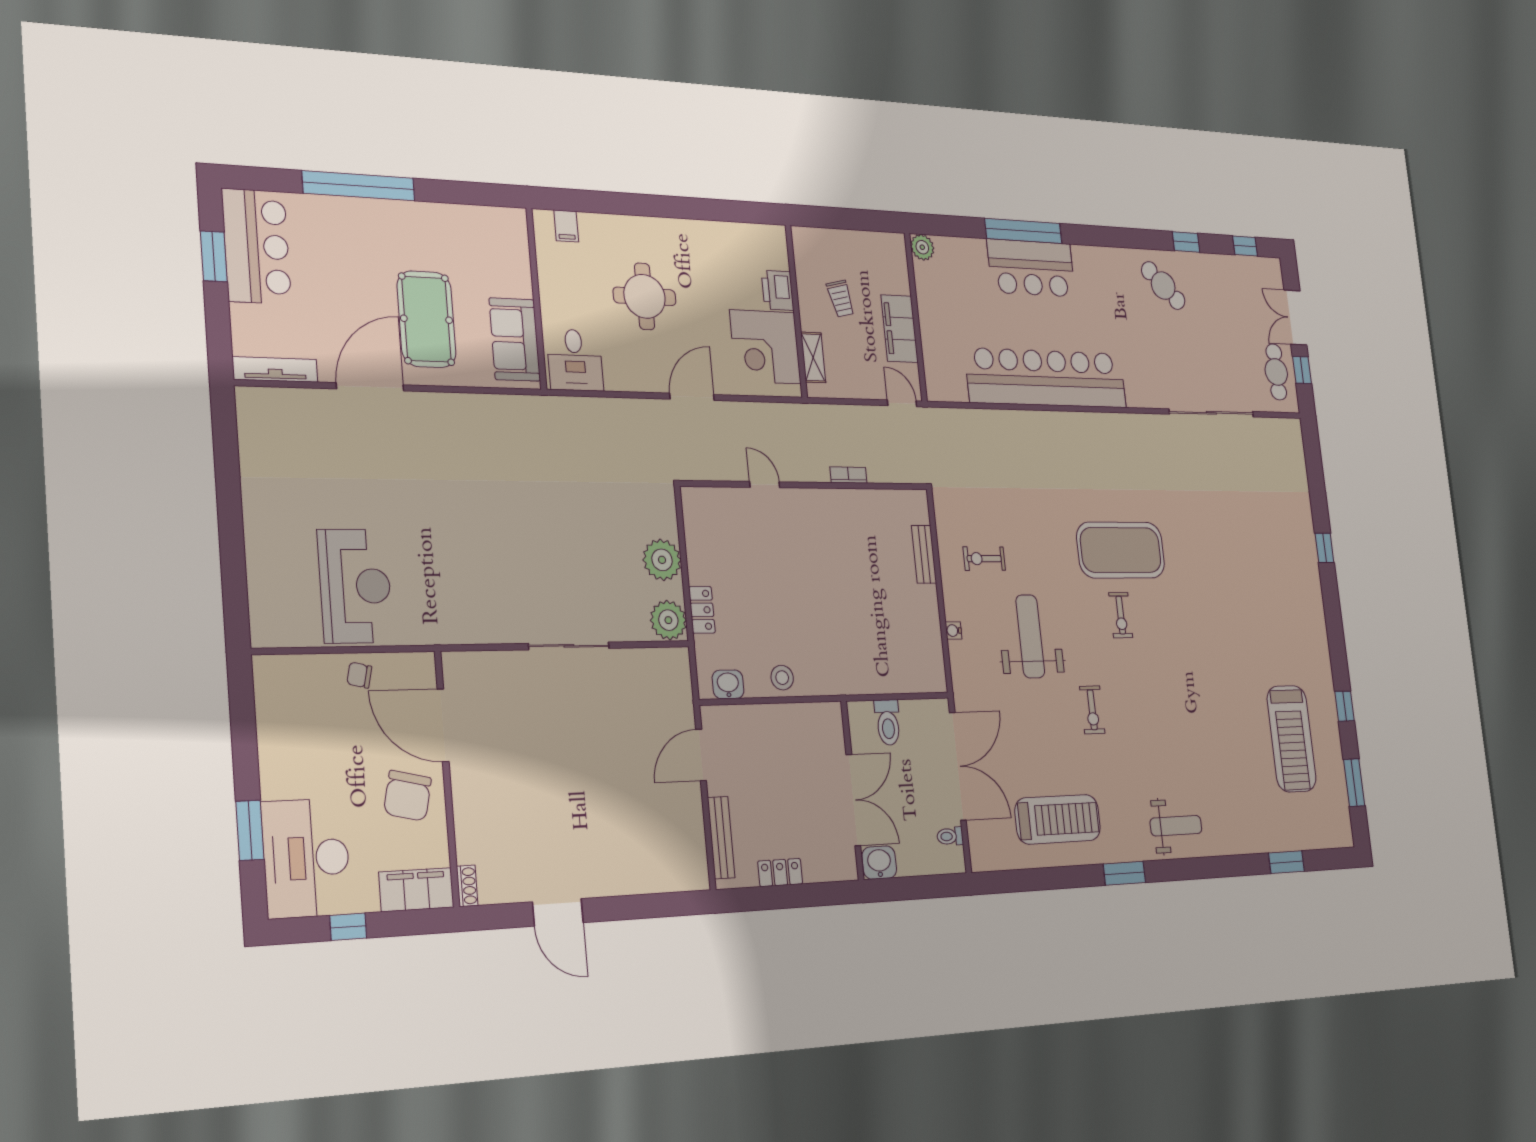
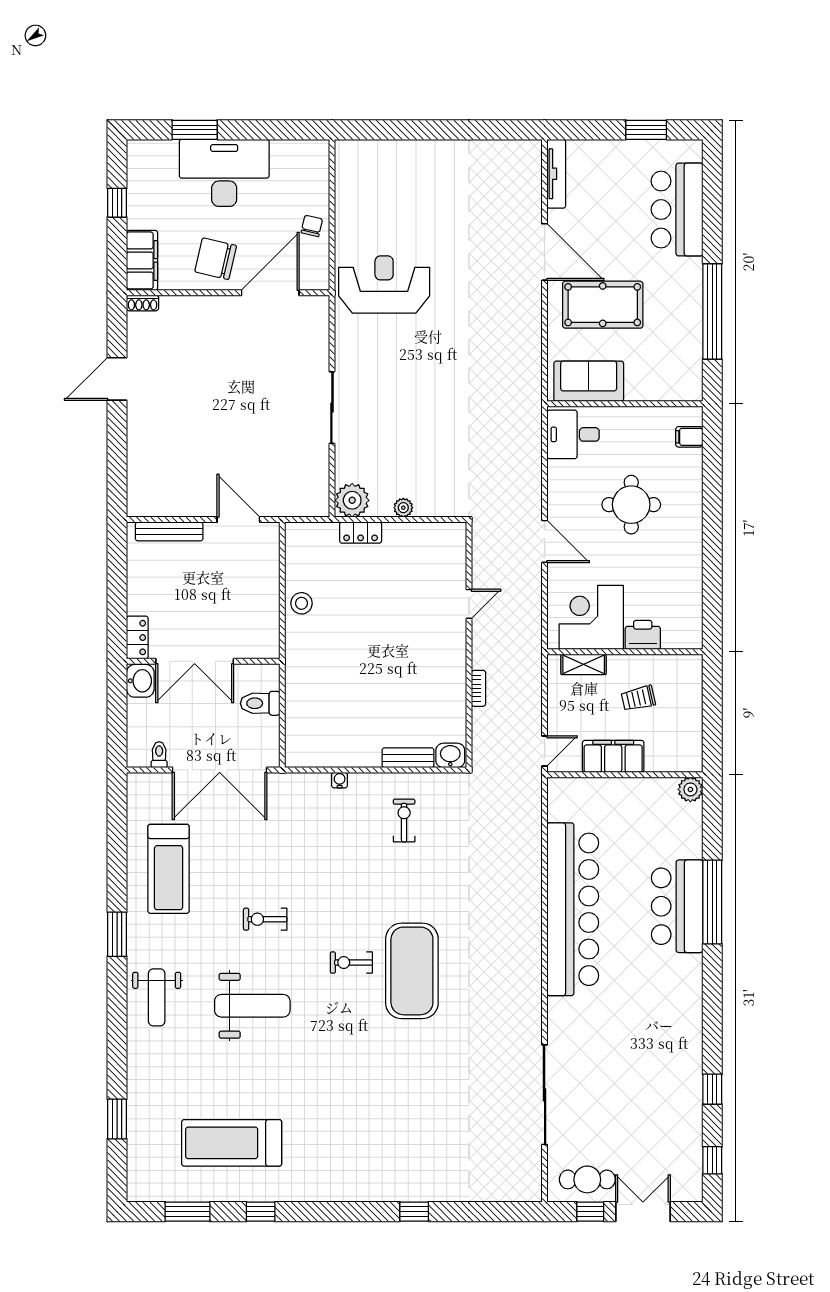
window: (359, 186) -> (712, 311), moved
bar counter: (256, 246) -> (677, 210), moved, turned 90
cafe table: (1163, 286) -> (668, 1056), removed
plant: (662, 560) -> (403, 508), width x0.53, depth x0.53
reception desk: (355, 586) -> (384, 285), moved, turned 180
weight bench: (1030, 636) -> (252, 1006), moved
washbasin: (728, 684) -> (450, 755), moved, turned -90
desk: (306, 858) -> (224, 173), moved
locker: (780, 873) -> (137, 638), moved

